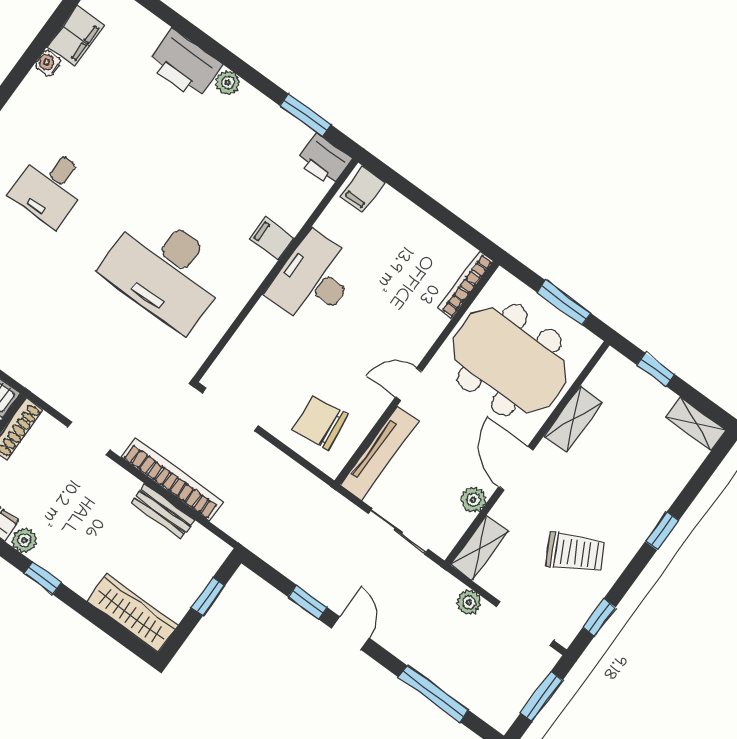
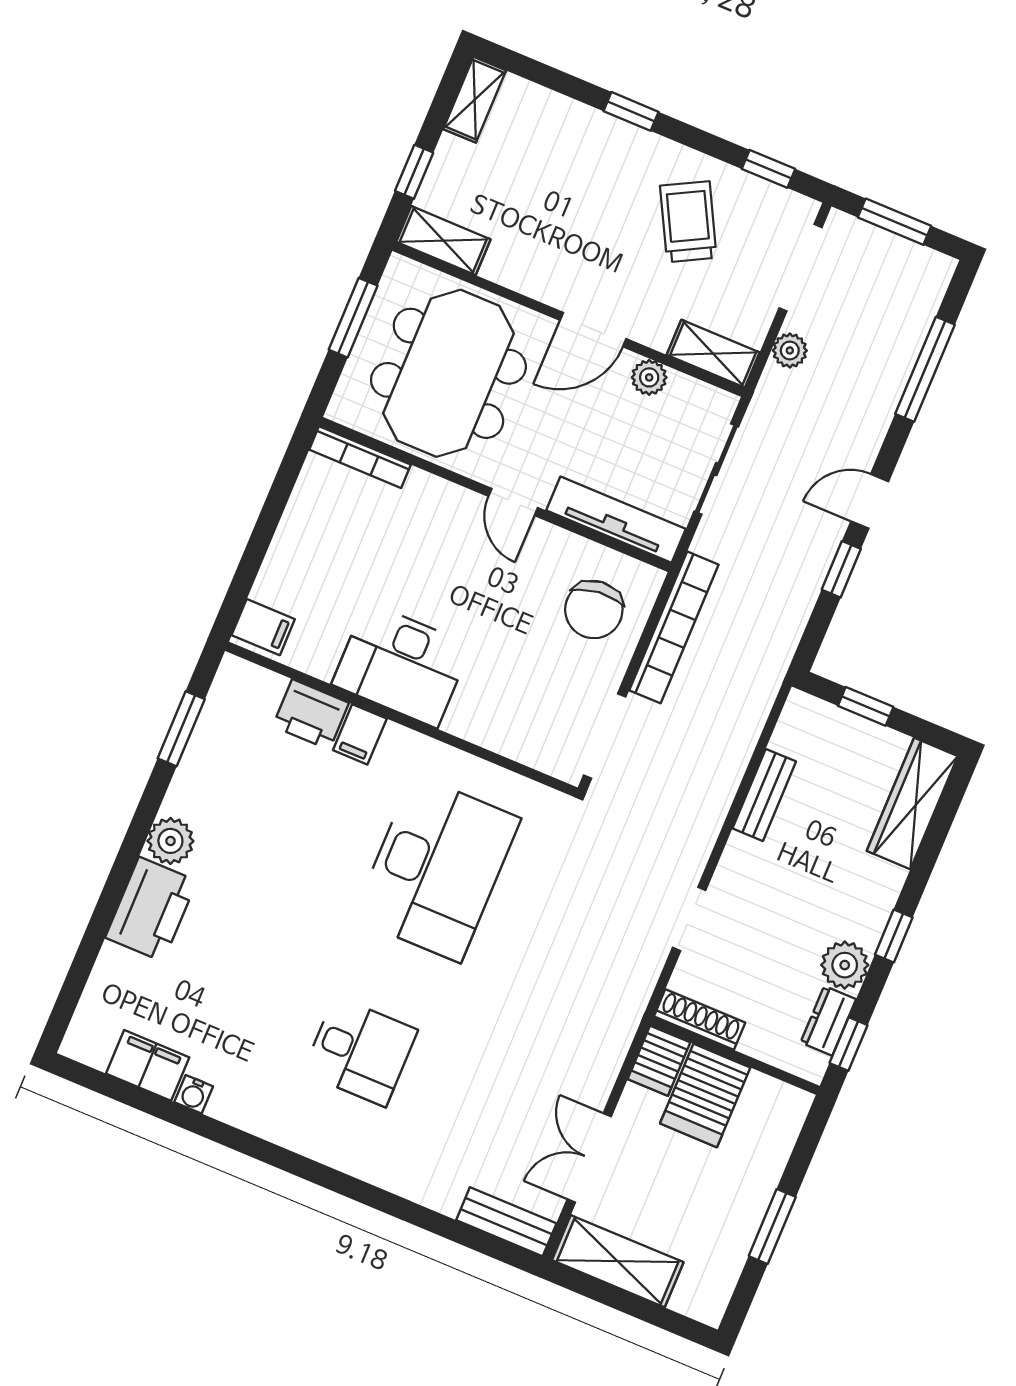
plant: (228, 83) -> (170, 841), width x1.38, depth x1.38
printer: (324, 160) -> (311, 714), moved, turned 90
shelving: (573, 419) -> (443, 241), moved
bookcase: (172, 479) -> (674, 627), moved, turned 180
plant: (24, 540) -> (845, 965), width x1.38, depth x1.38

